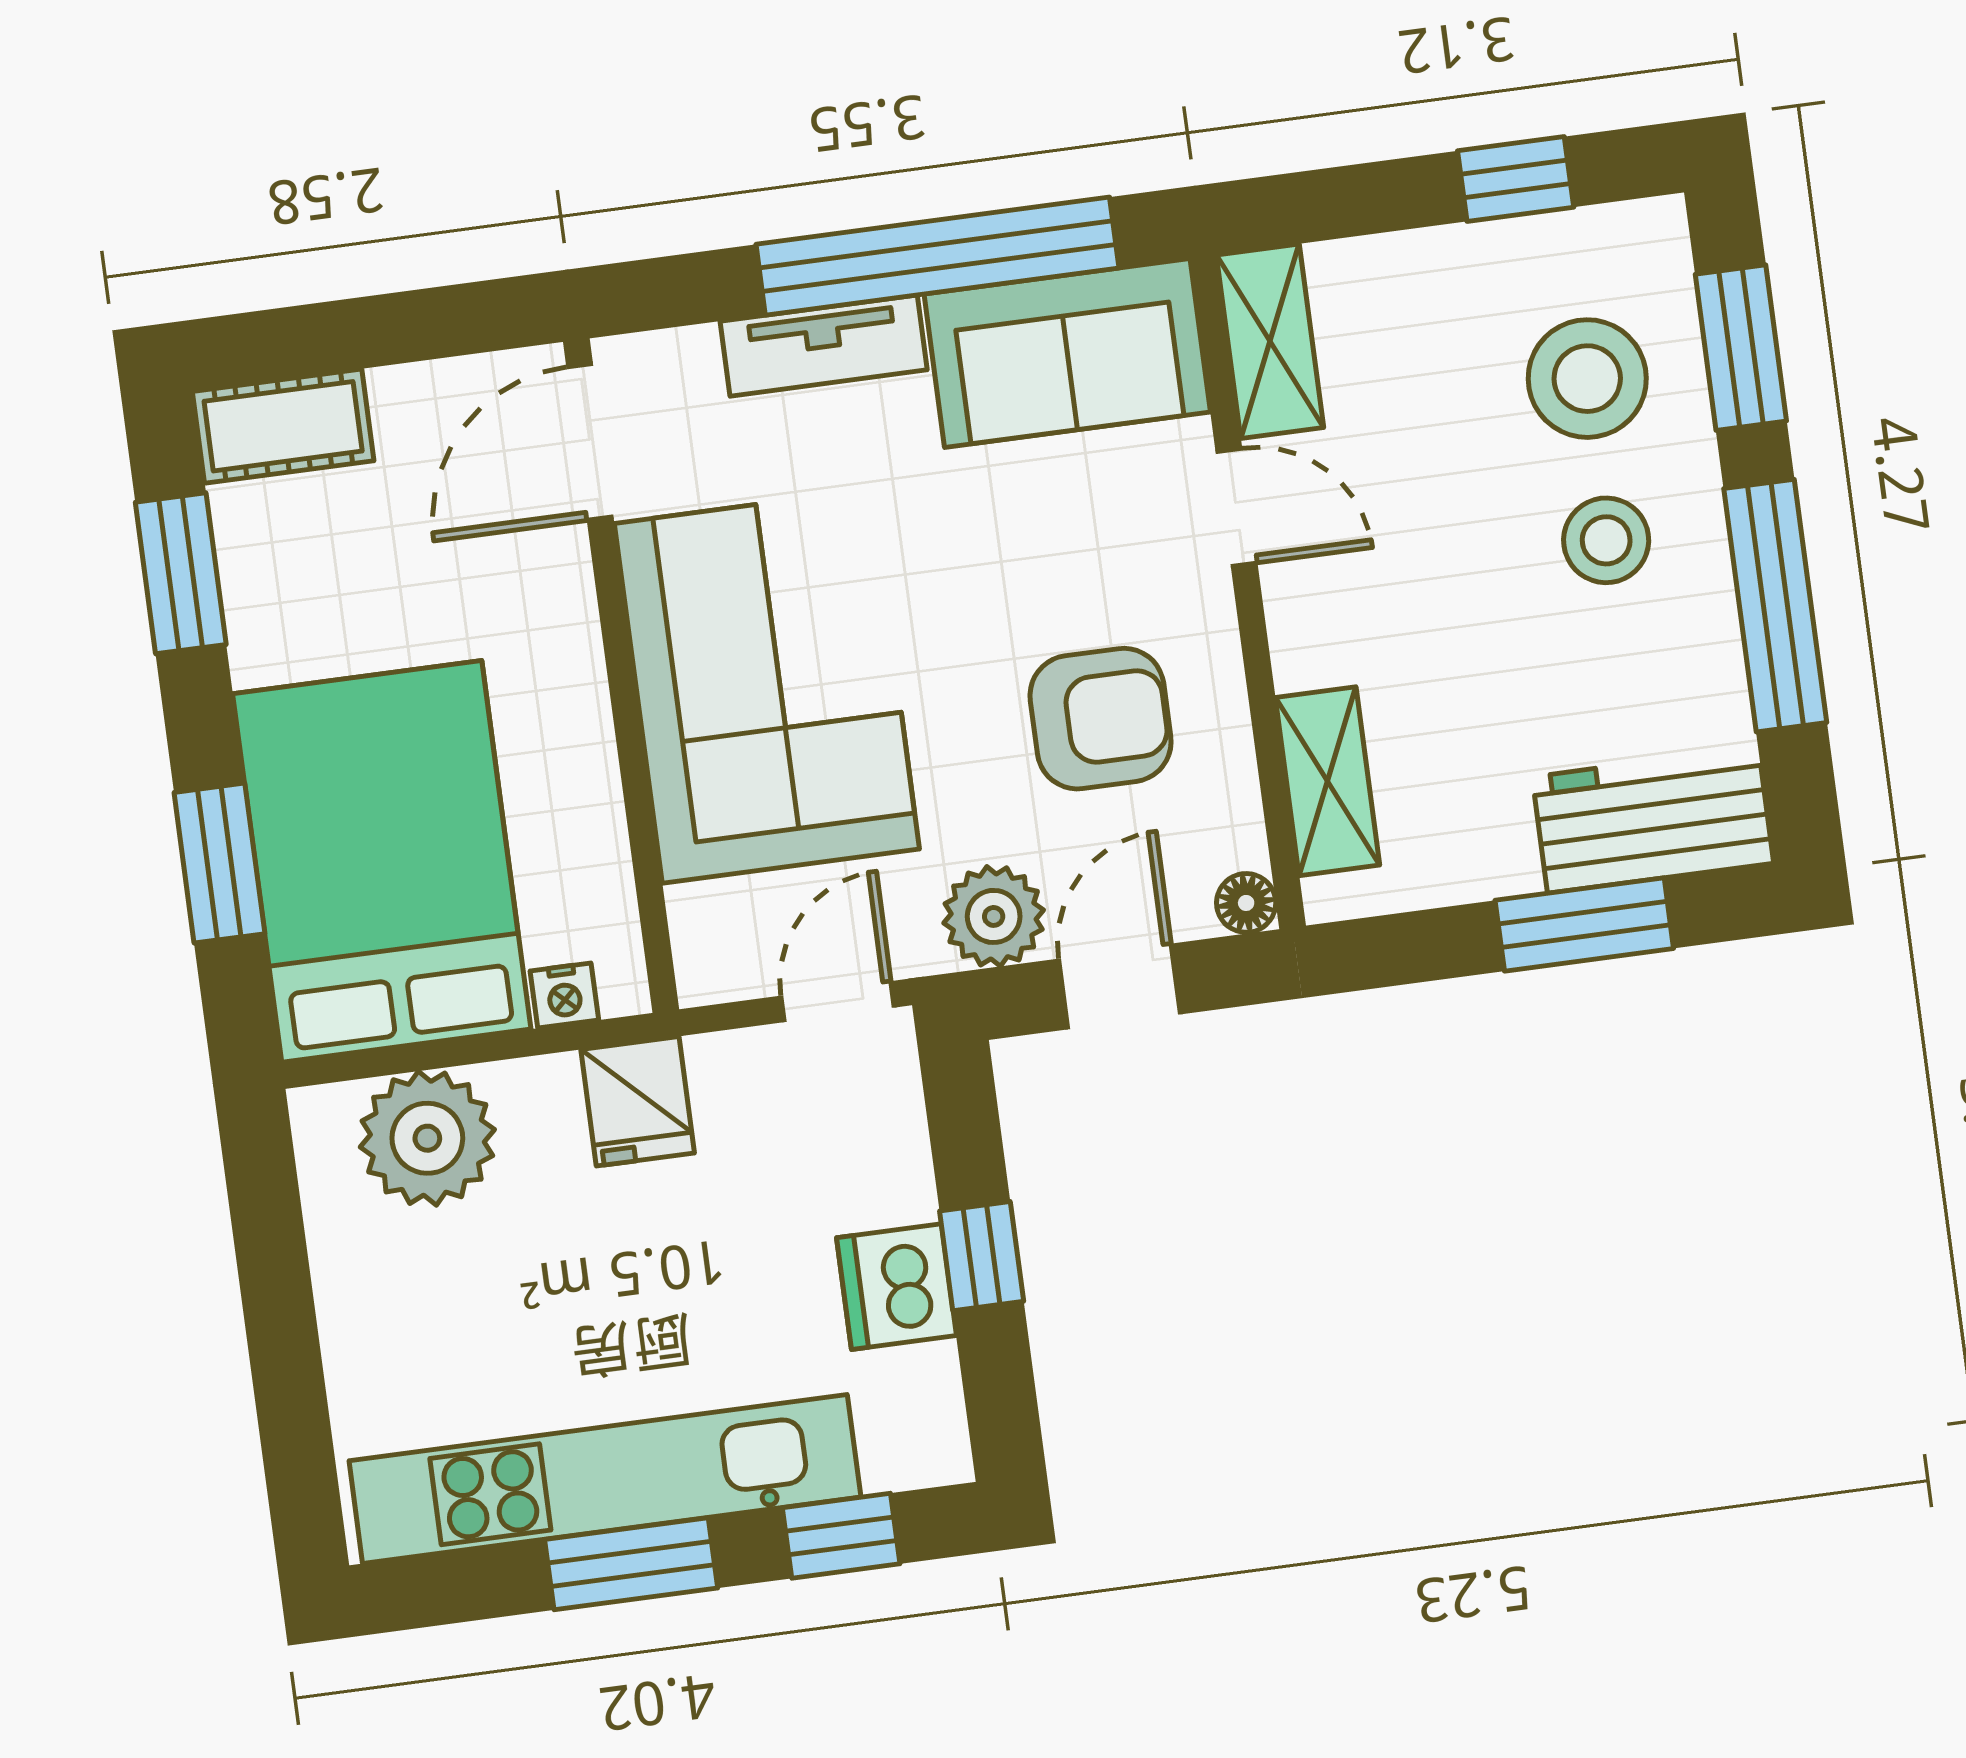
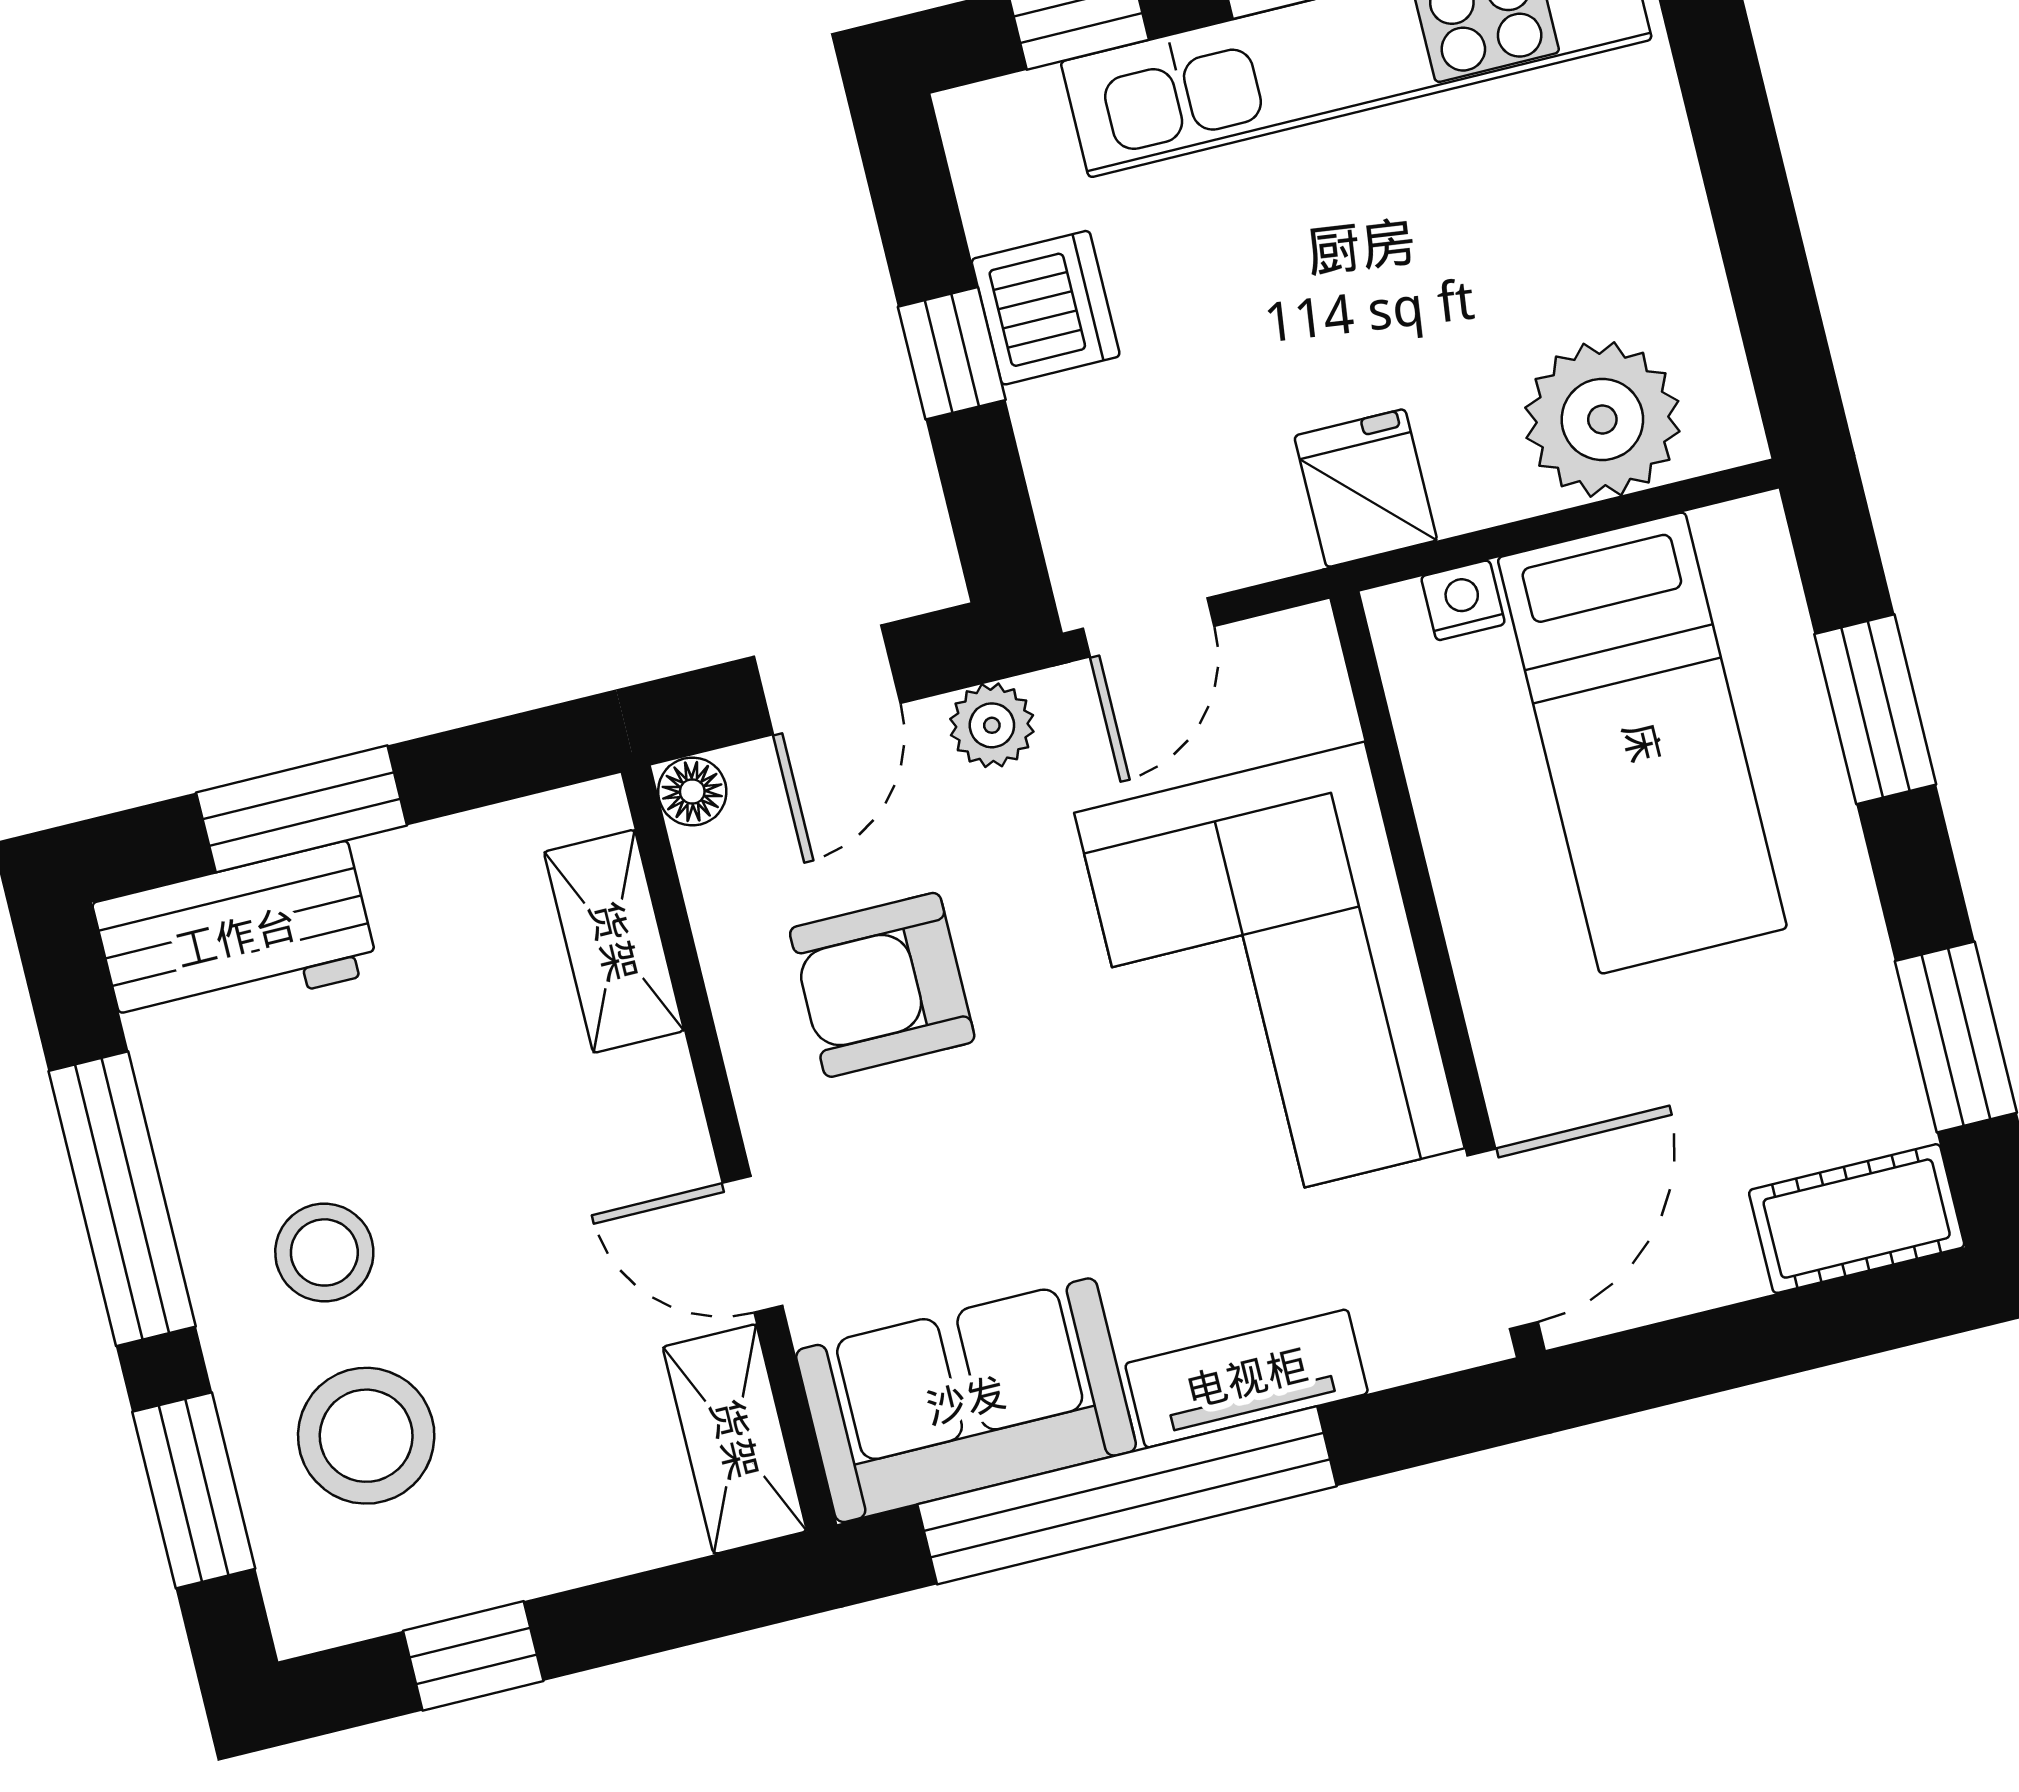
bed: (382, 861) -> (1642, 743), width x0.67
plant: (994, 916) -> (992, 725), width x0.73, depth x0.73

